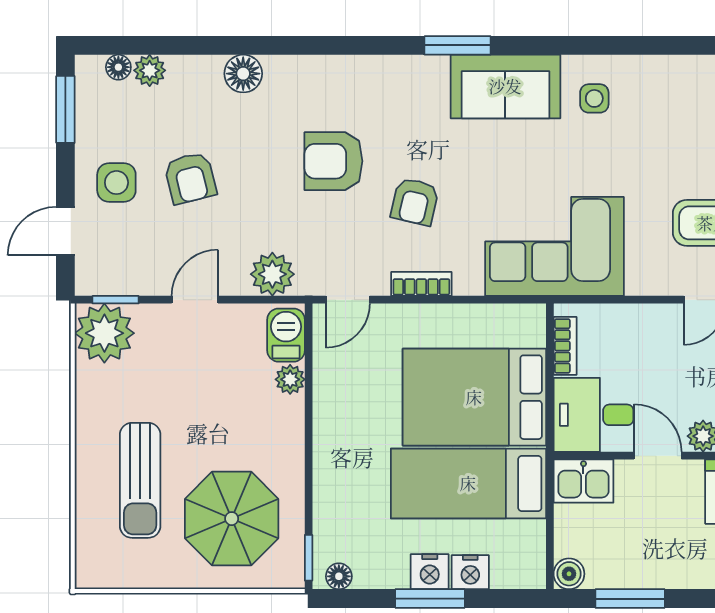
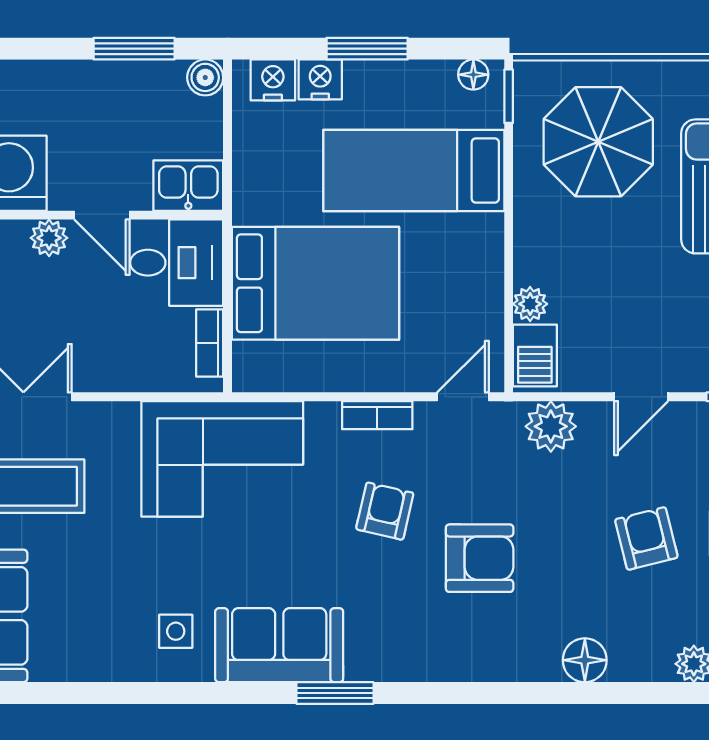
bed: (468, 483) -> (414, 171), moved, turned 180
nightstand: (430, 572) -> (273, 80), moved

